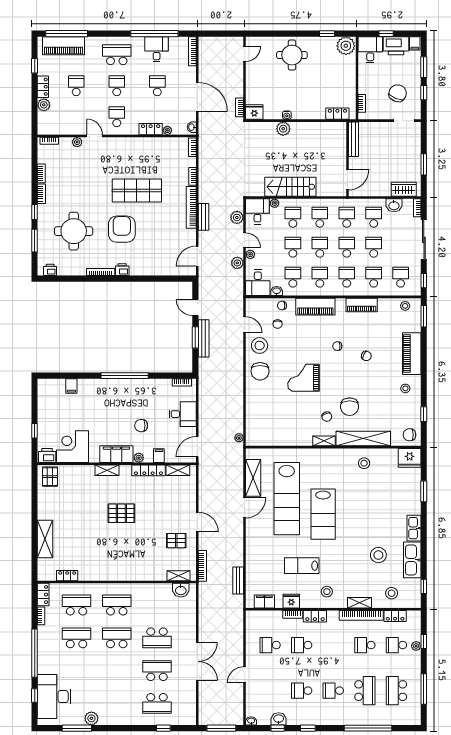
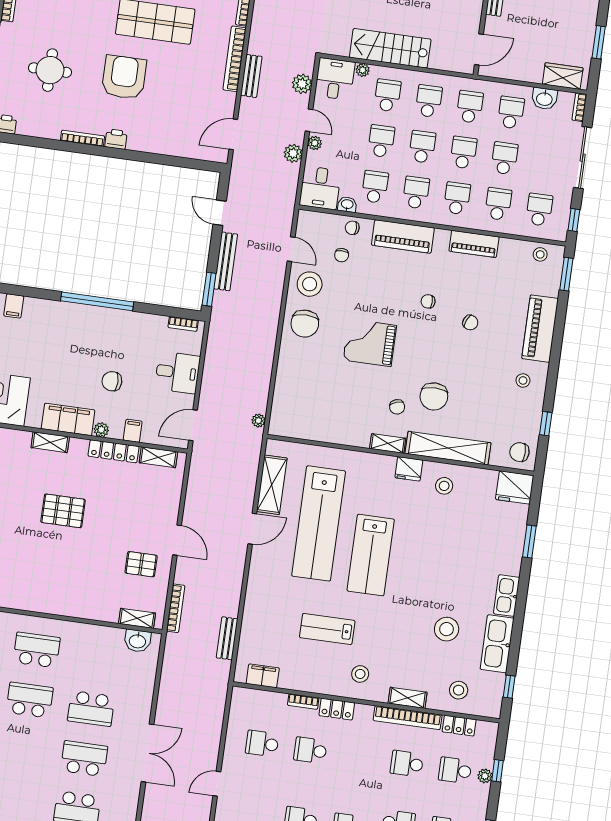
round table: (74, 231) -> (50, 70), width x0.73, depth x0.73
window: (195, 337) -> (209, 289), moved
fridge: (291, 601) -> (409, 469), moved, turned 180

